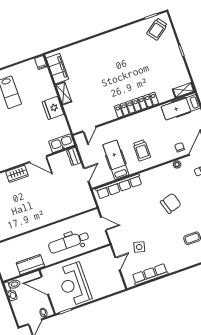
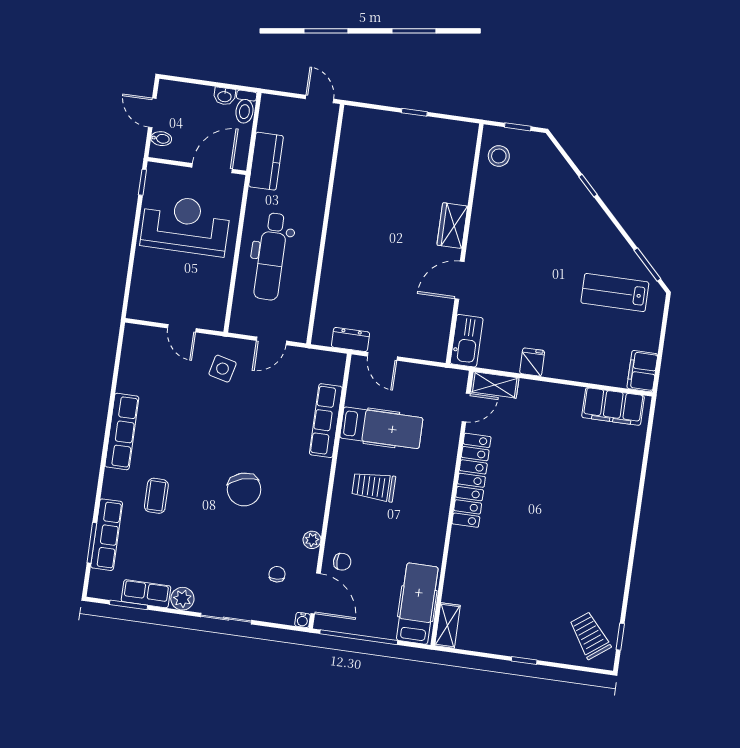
filing cabinet: (41, 63) -> (642, 371), width x2.00
shelving: (64, 93) -> (495, 385), moved
locker: (136, 105) -> (471, 480), moved
fridge: (53, 108) -> (532, 362), width x0.53, depth x0.75
door: (89, 129) -> (466, 407), swing flipped
dresser: (74, 157) -> (350, 339), moved
row of seats: (119, 186) -> (326, 421), width x0.73
dental chair: (69, 242) -> (271, 256), turned 180
side table: (139, 247) -> (223, 369), moved
row of seats: (150, 274) -> (122, 432), moved

